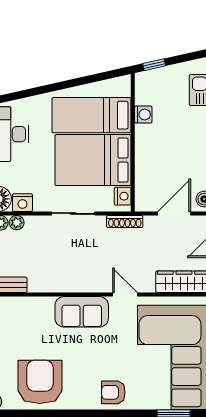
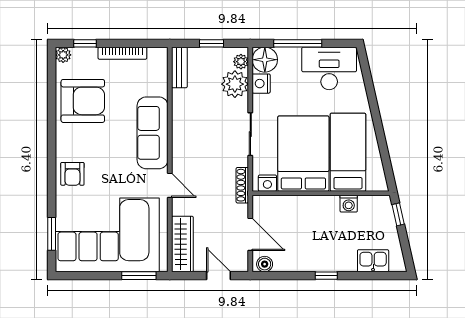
plant: (17, 223) -> (235, 84), width x1.88, depth x1.88
door: (125, 295) -> (170, 185), hinge flipped
sofa: (82, 312) -> (152, 133), width x1.36
armchair: (113, 392) -> (72, 174), turned 180

